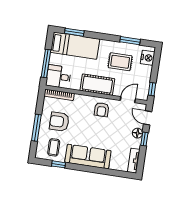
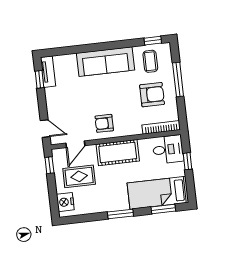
window: (130, 41) -> (120, 214), moved
rug: (120, 62) -> (79, 176), moved
window: (46, 64) -> (188, 161), width x0.46
armchair: (102, 110) -> (104, 123), turned -90
floor lamp: (137, 133) -> (53, 107), removed
window: (144, 139) -> (40, 79), moved
window: (58, 164) -> (153, 41), moved

